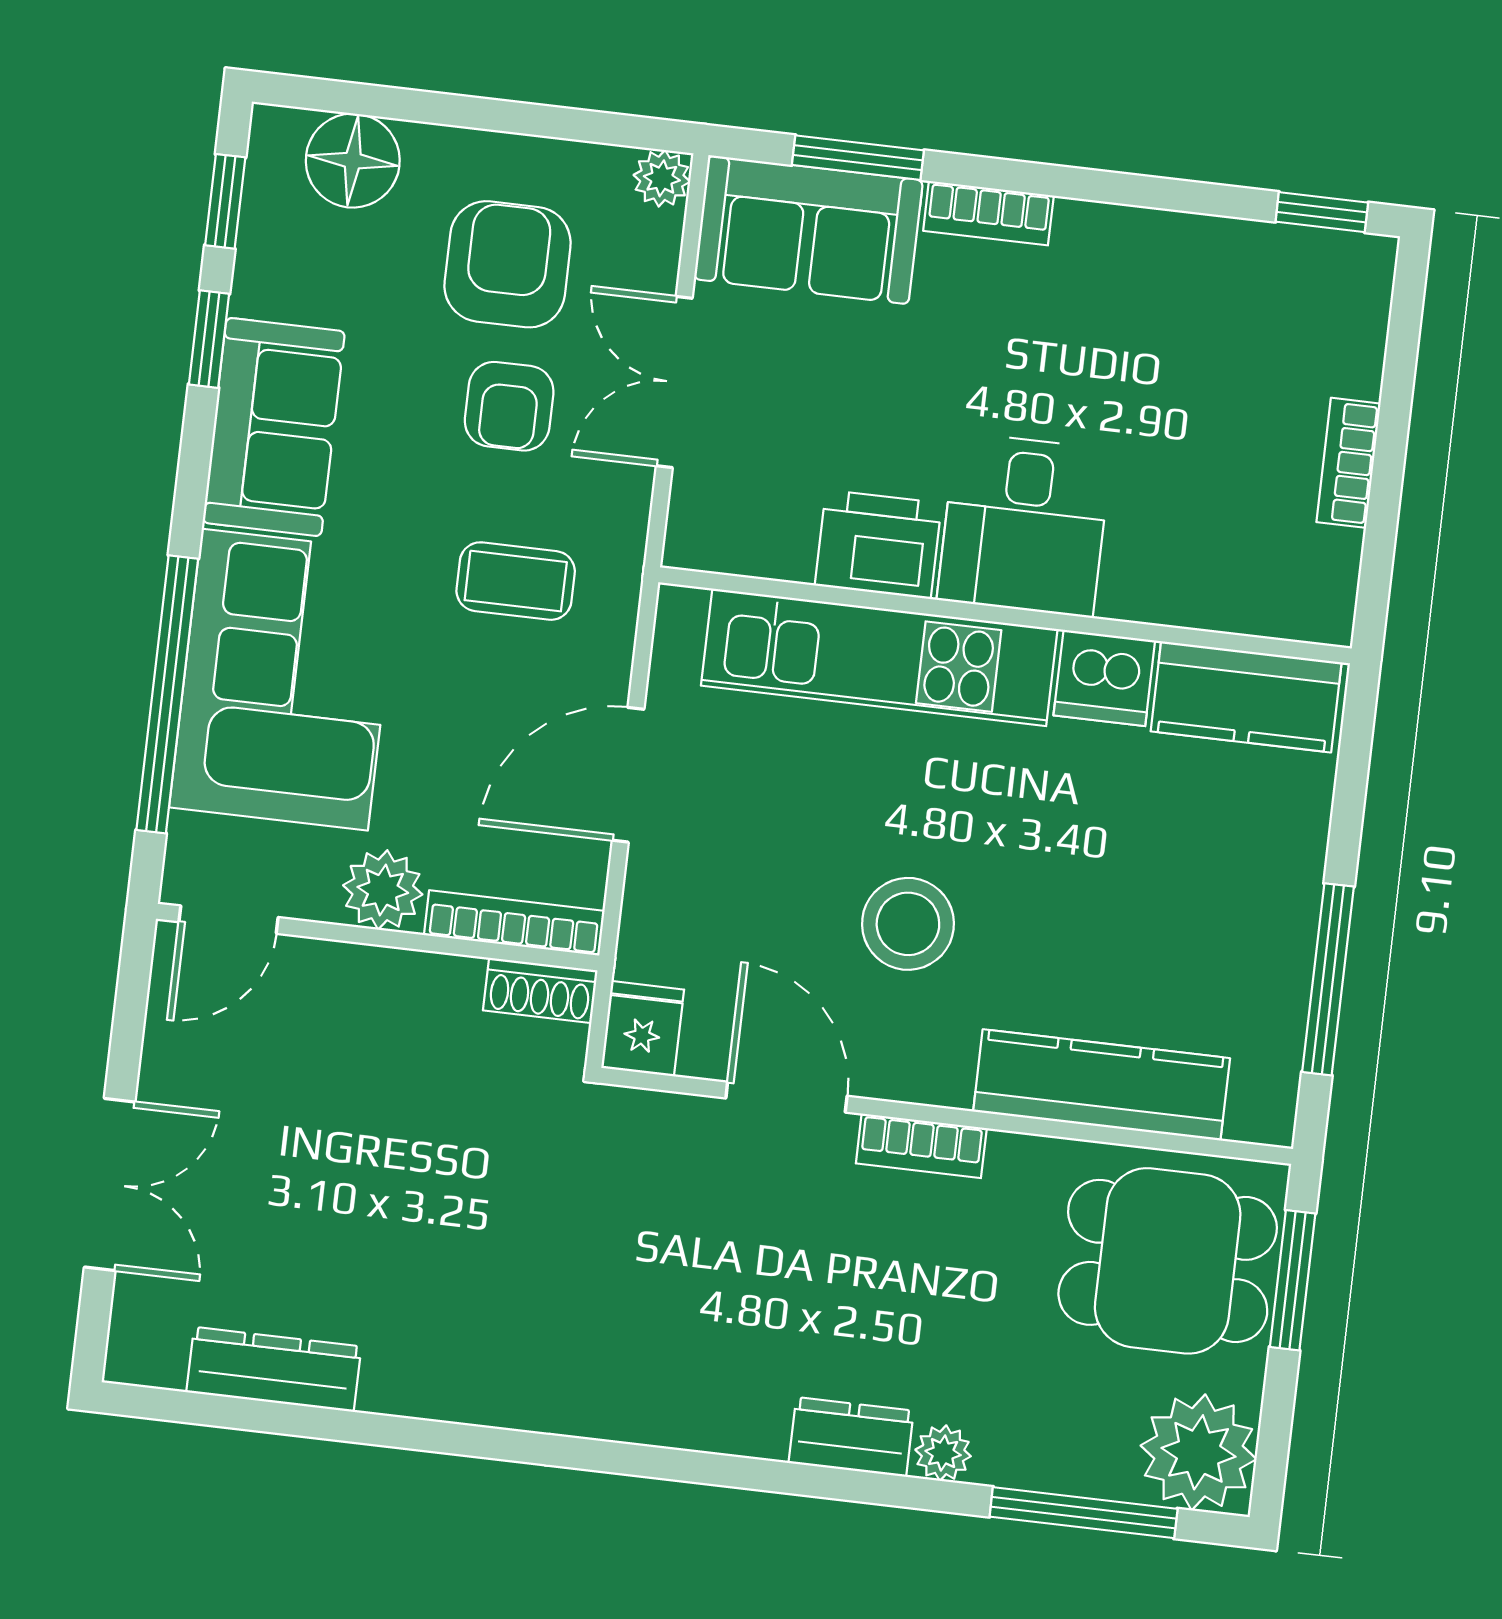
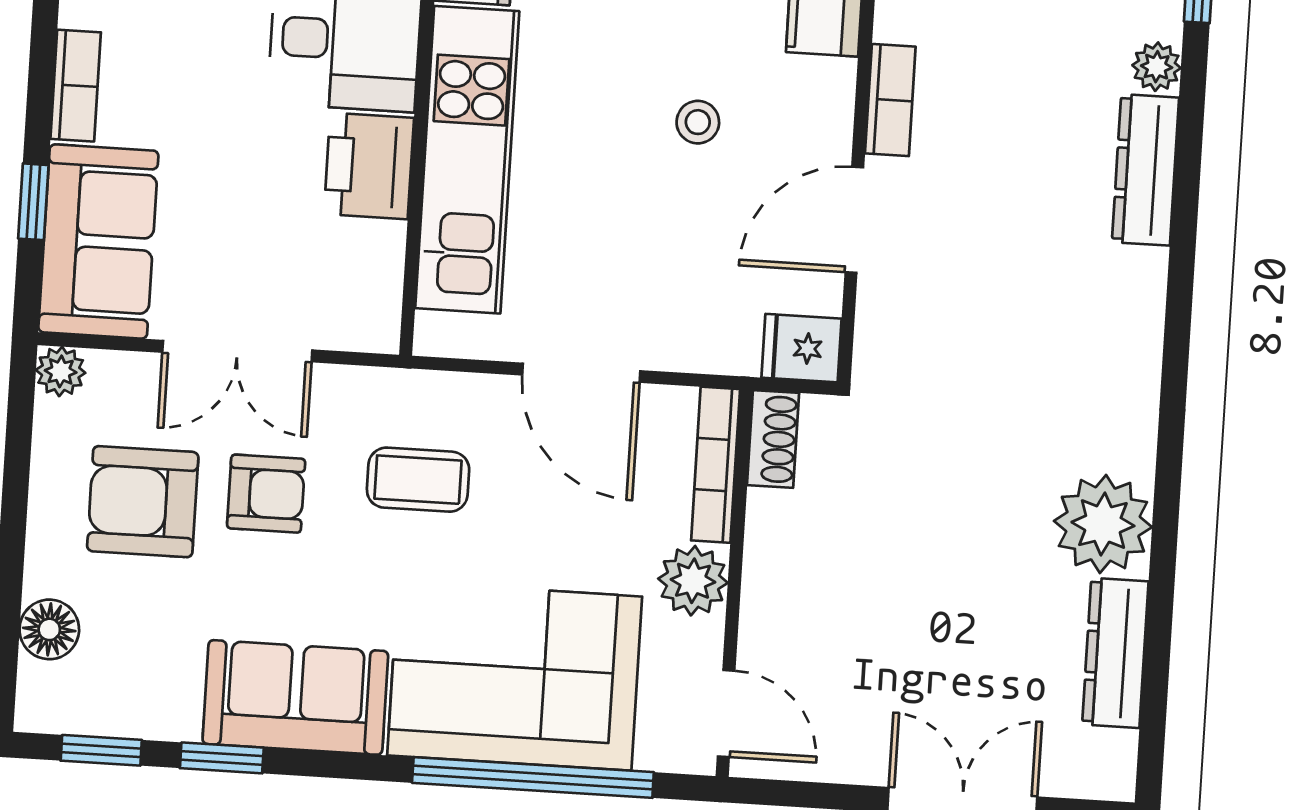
window: (858, 158) -> (33, 202), width x0.67
floor lamp: (353, 161) -> (49, 629), width x0.73, depth x0.73
coffee table: (516, 581) -> (418, 480), turned 90
stool: (908, 924) -> (698, 122), width x0.53, depth x0.53
plant: (422, 1363) -> (1103, 524), added
dresser: (851, 1437) -> (1146, 170), width x1.44

